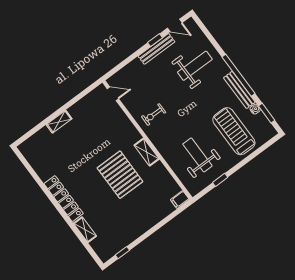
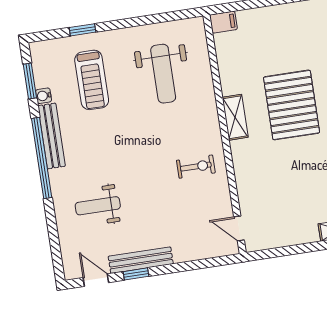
weight bench: (195, 66) -> (98, 206), width x0.73, depth x0.75
treadmill: (234, 131) -> (92, 80), width x0.73, depth x0.73
window: (220, 180) -> (83, 30), moved

